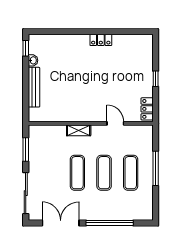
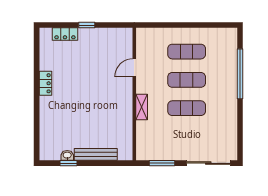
window: (26, 48) -> (69, 163), moved
locker: (147, 109) -> (65, 34), moved
window: (156, 168) -> (182, 25), removed
double door: (61, 223) -> (240, 126), removed

